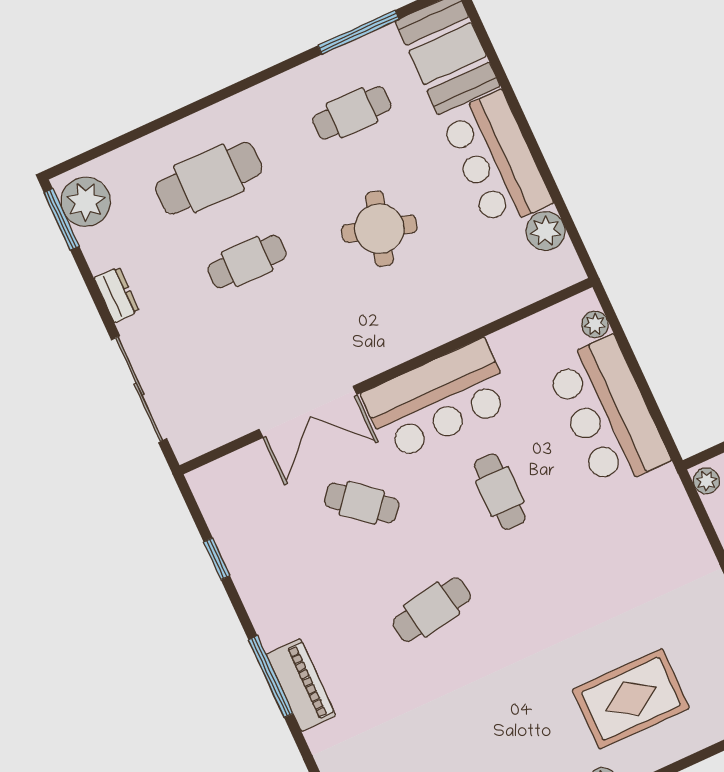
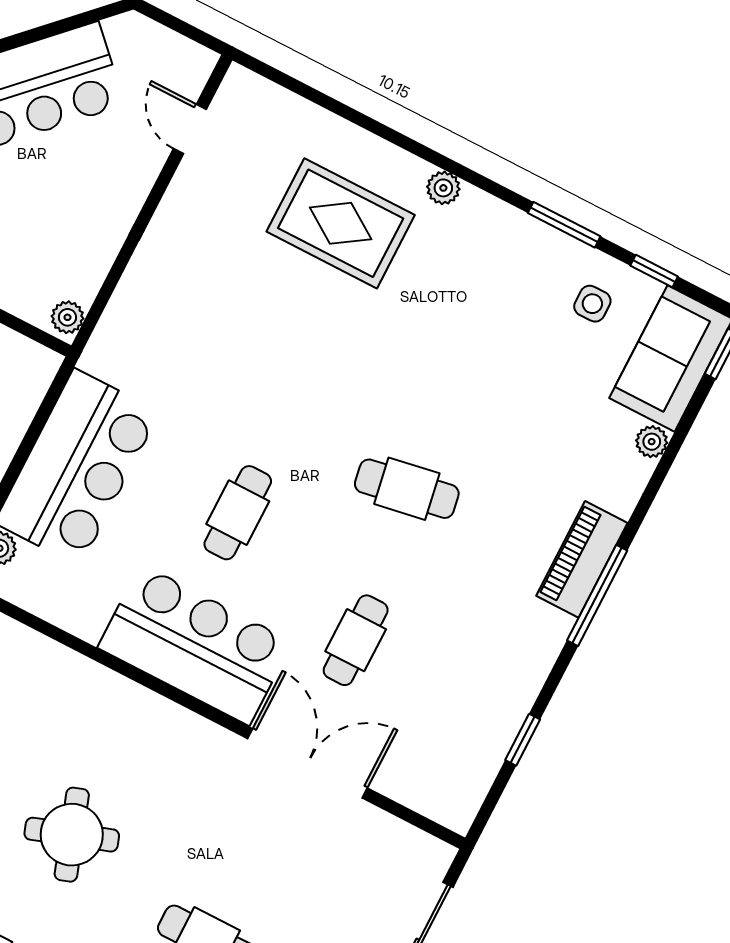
round table: (379, 229) -> (72, 835), turned -35
cafe table: (362, 503) -> (356, 640), turned 51

